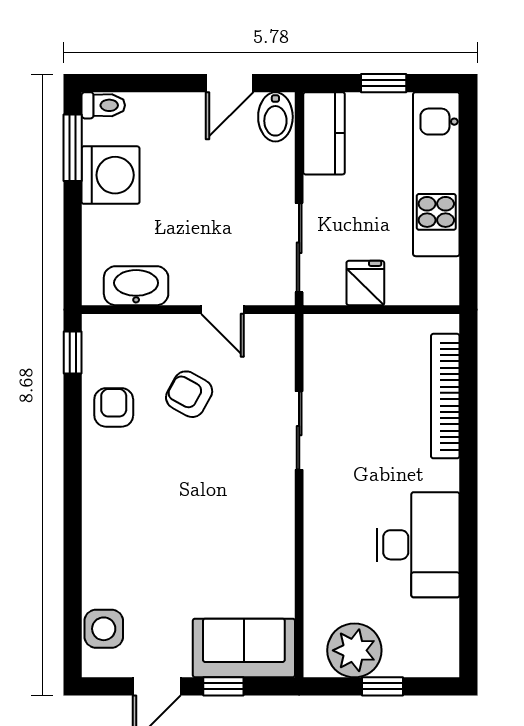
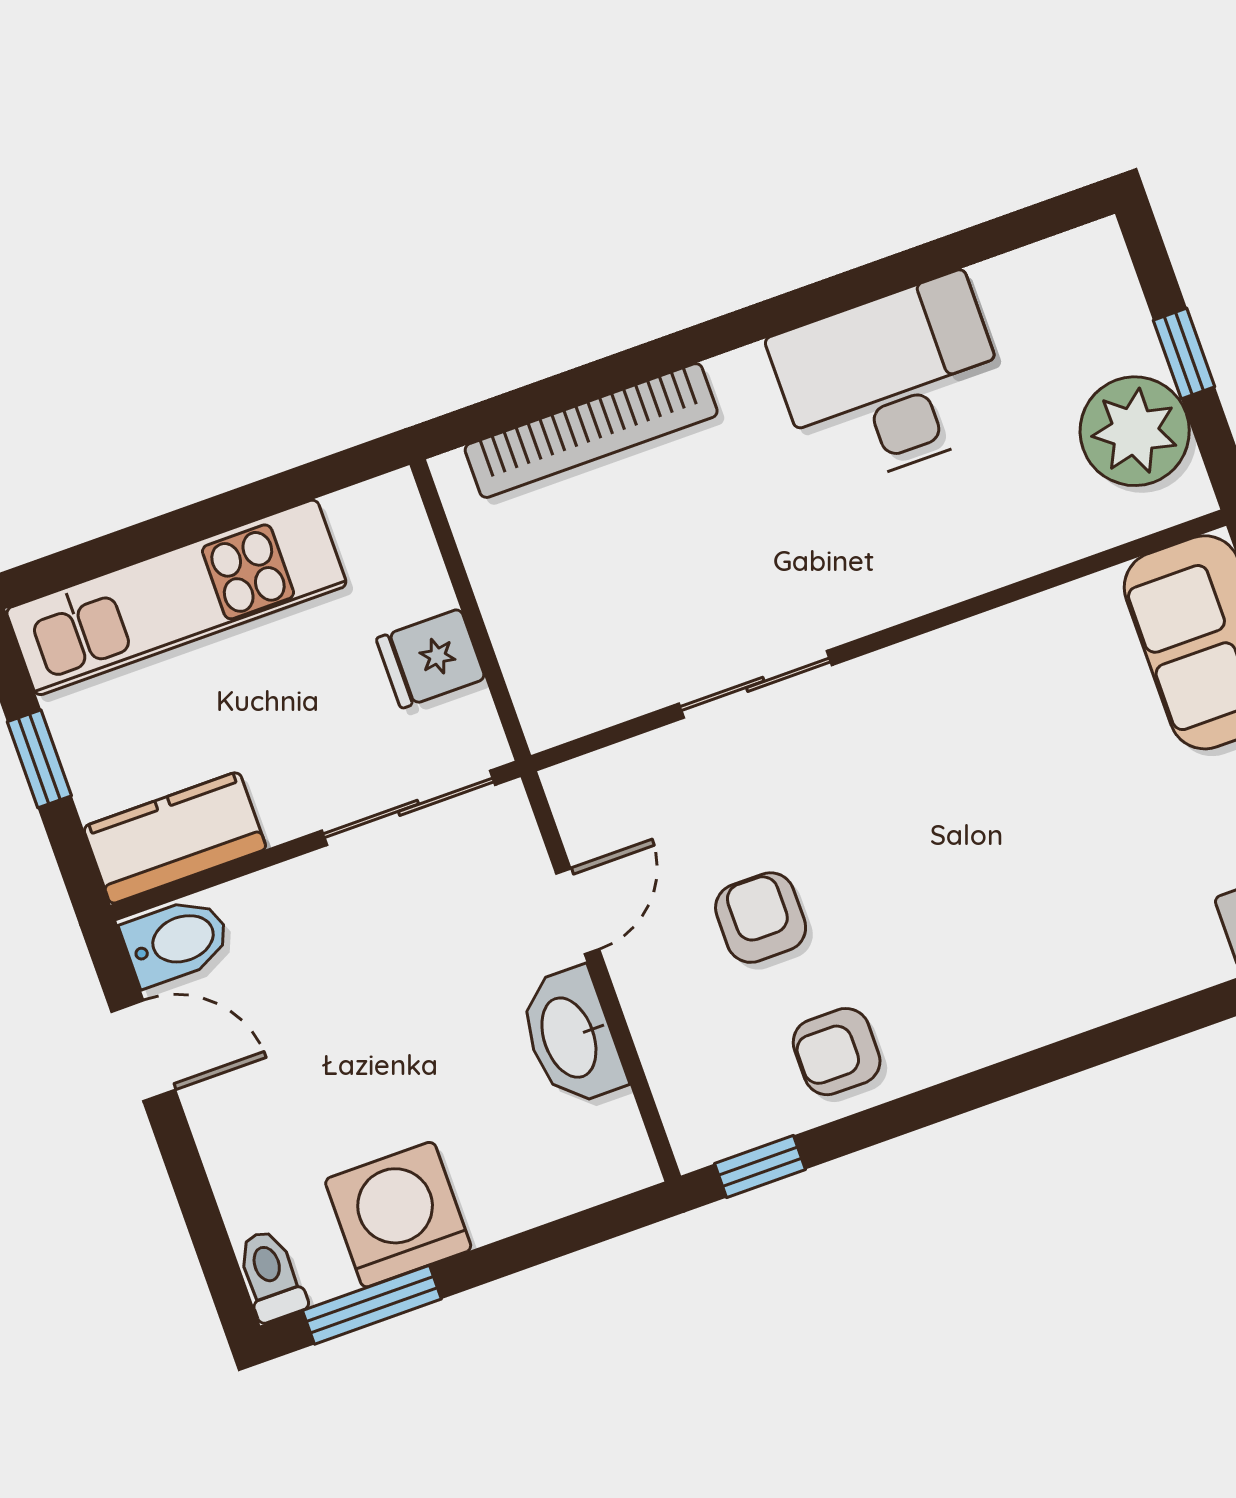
washbasin: (136, 286) -> (571, 1037), moved
armchair: (189, 394) -> (761, 918), turned 151

